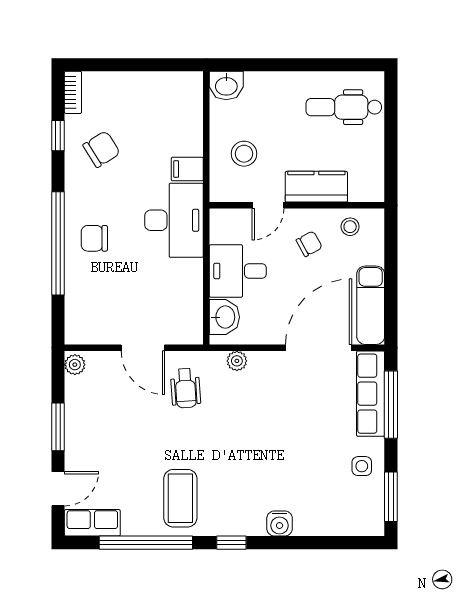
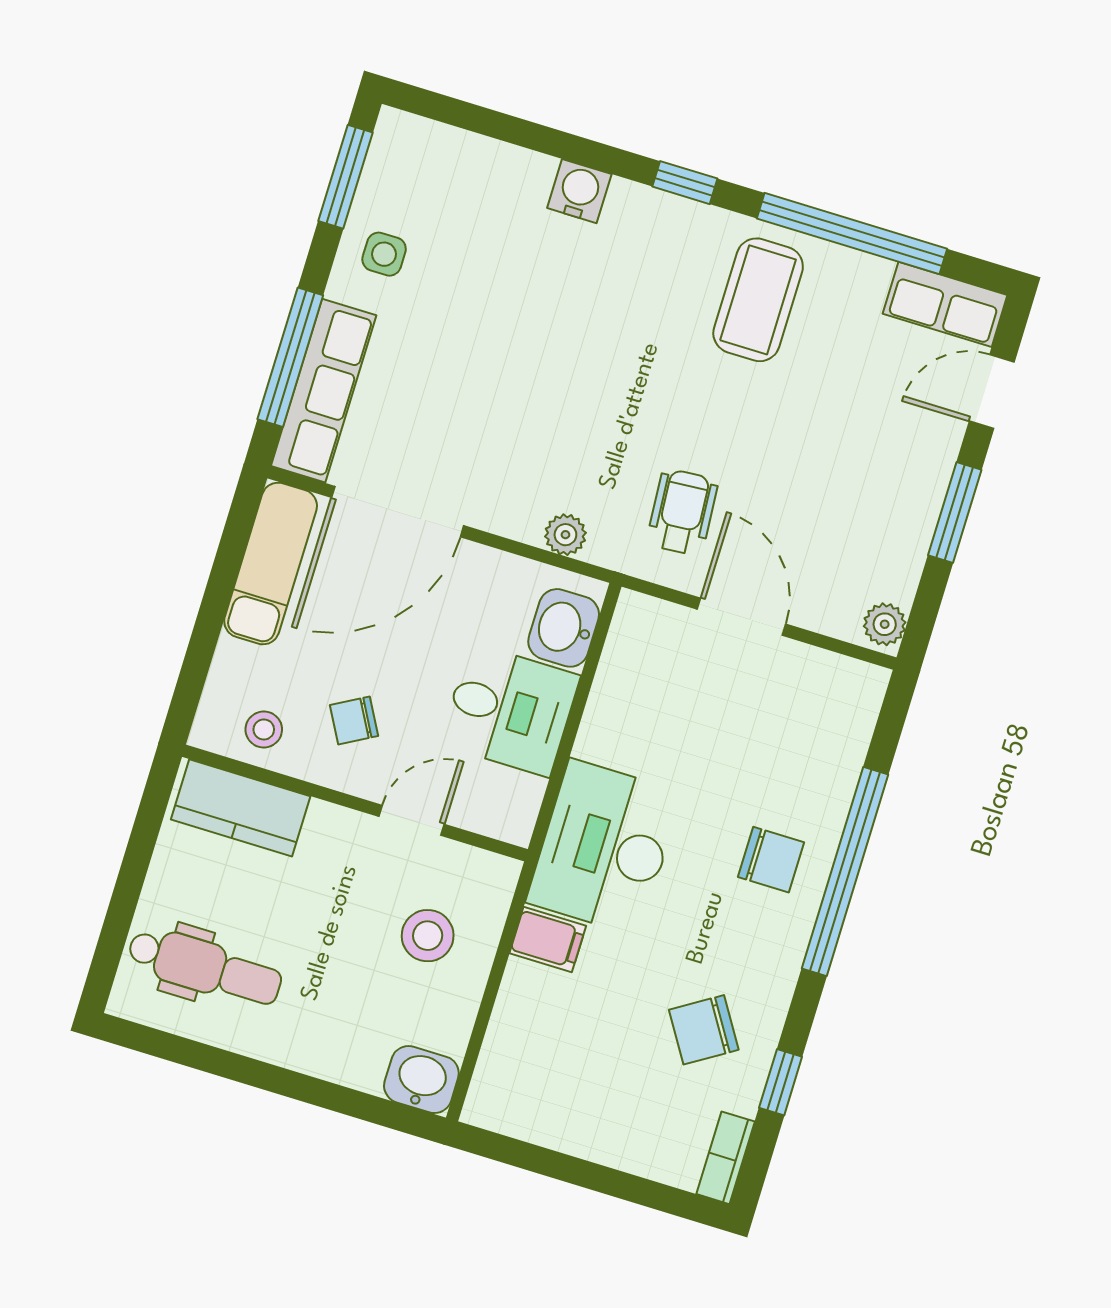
kitchen counter: (316, 187) -> (241, 808), moved

